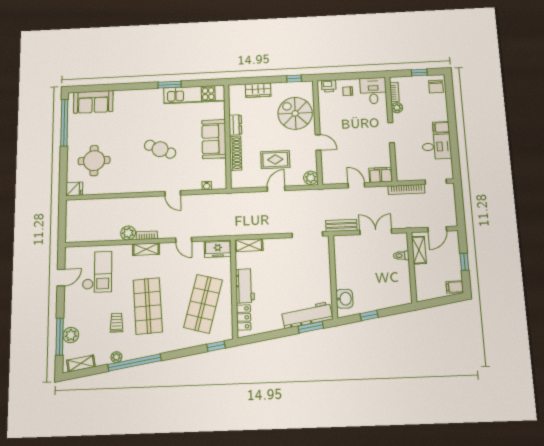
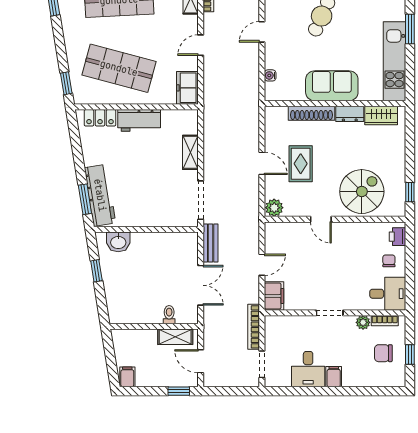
chair: (436, 86) -> (383, 353), moved
wardrobe: (258, 90) -> (381, 115), moved, turned -90
door: (318, 142) -> (321, 219), hinge flipped
shelving: (249, 245) -> (190, 152), moved
window: (464, 262) -> (179, 391), moved

